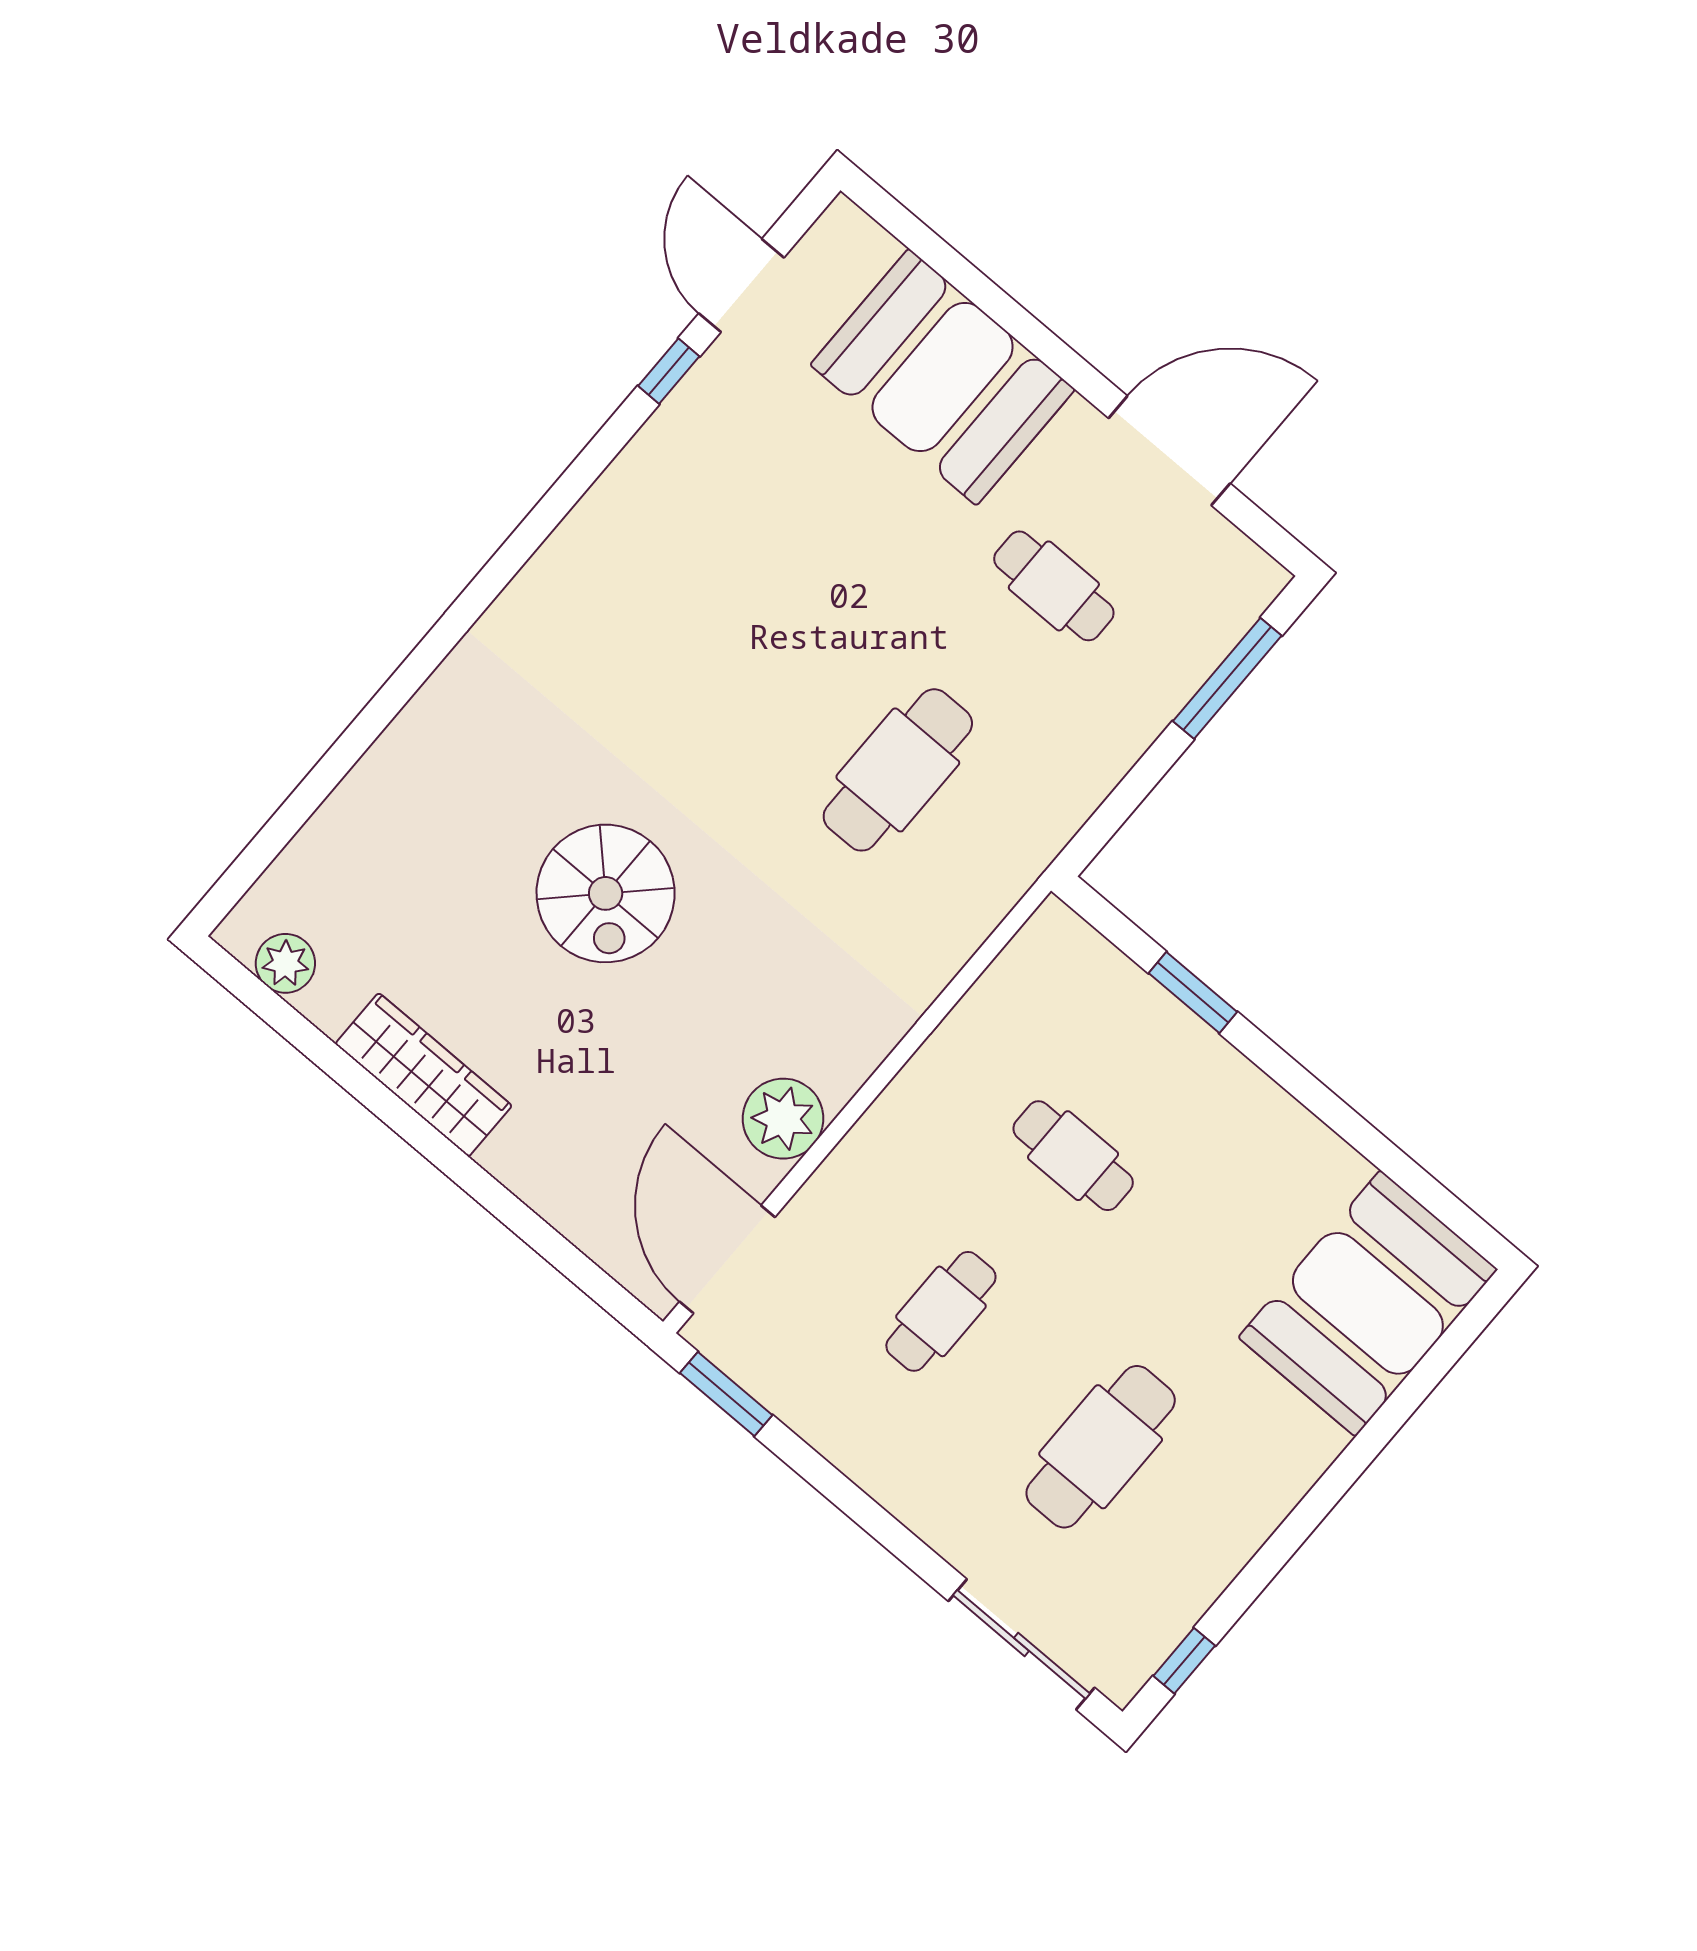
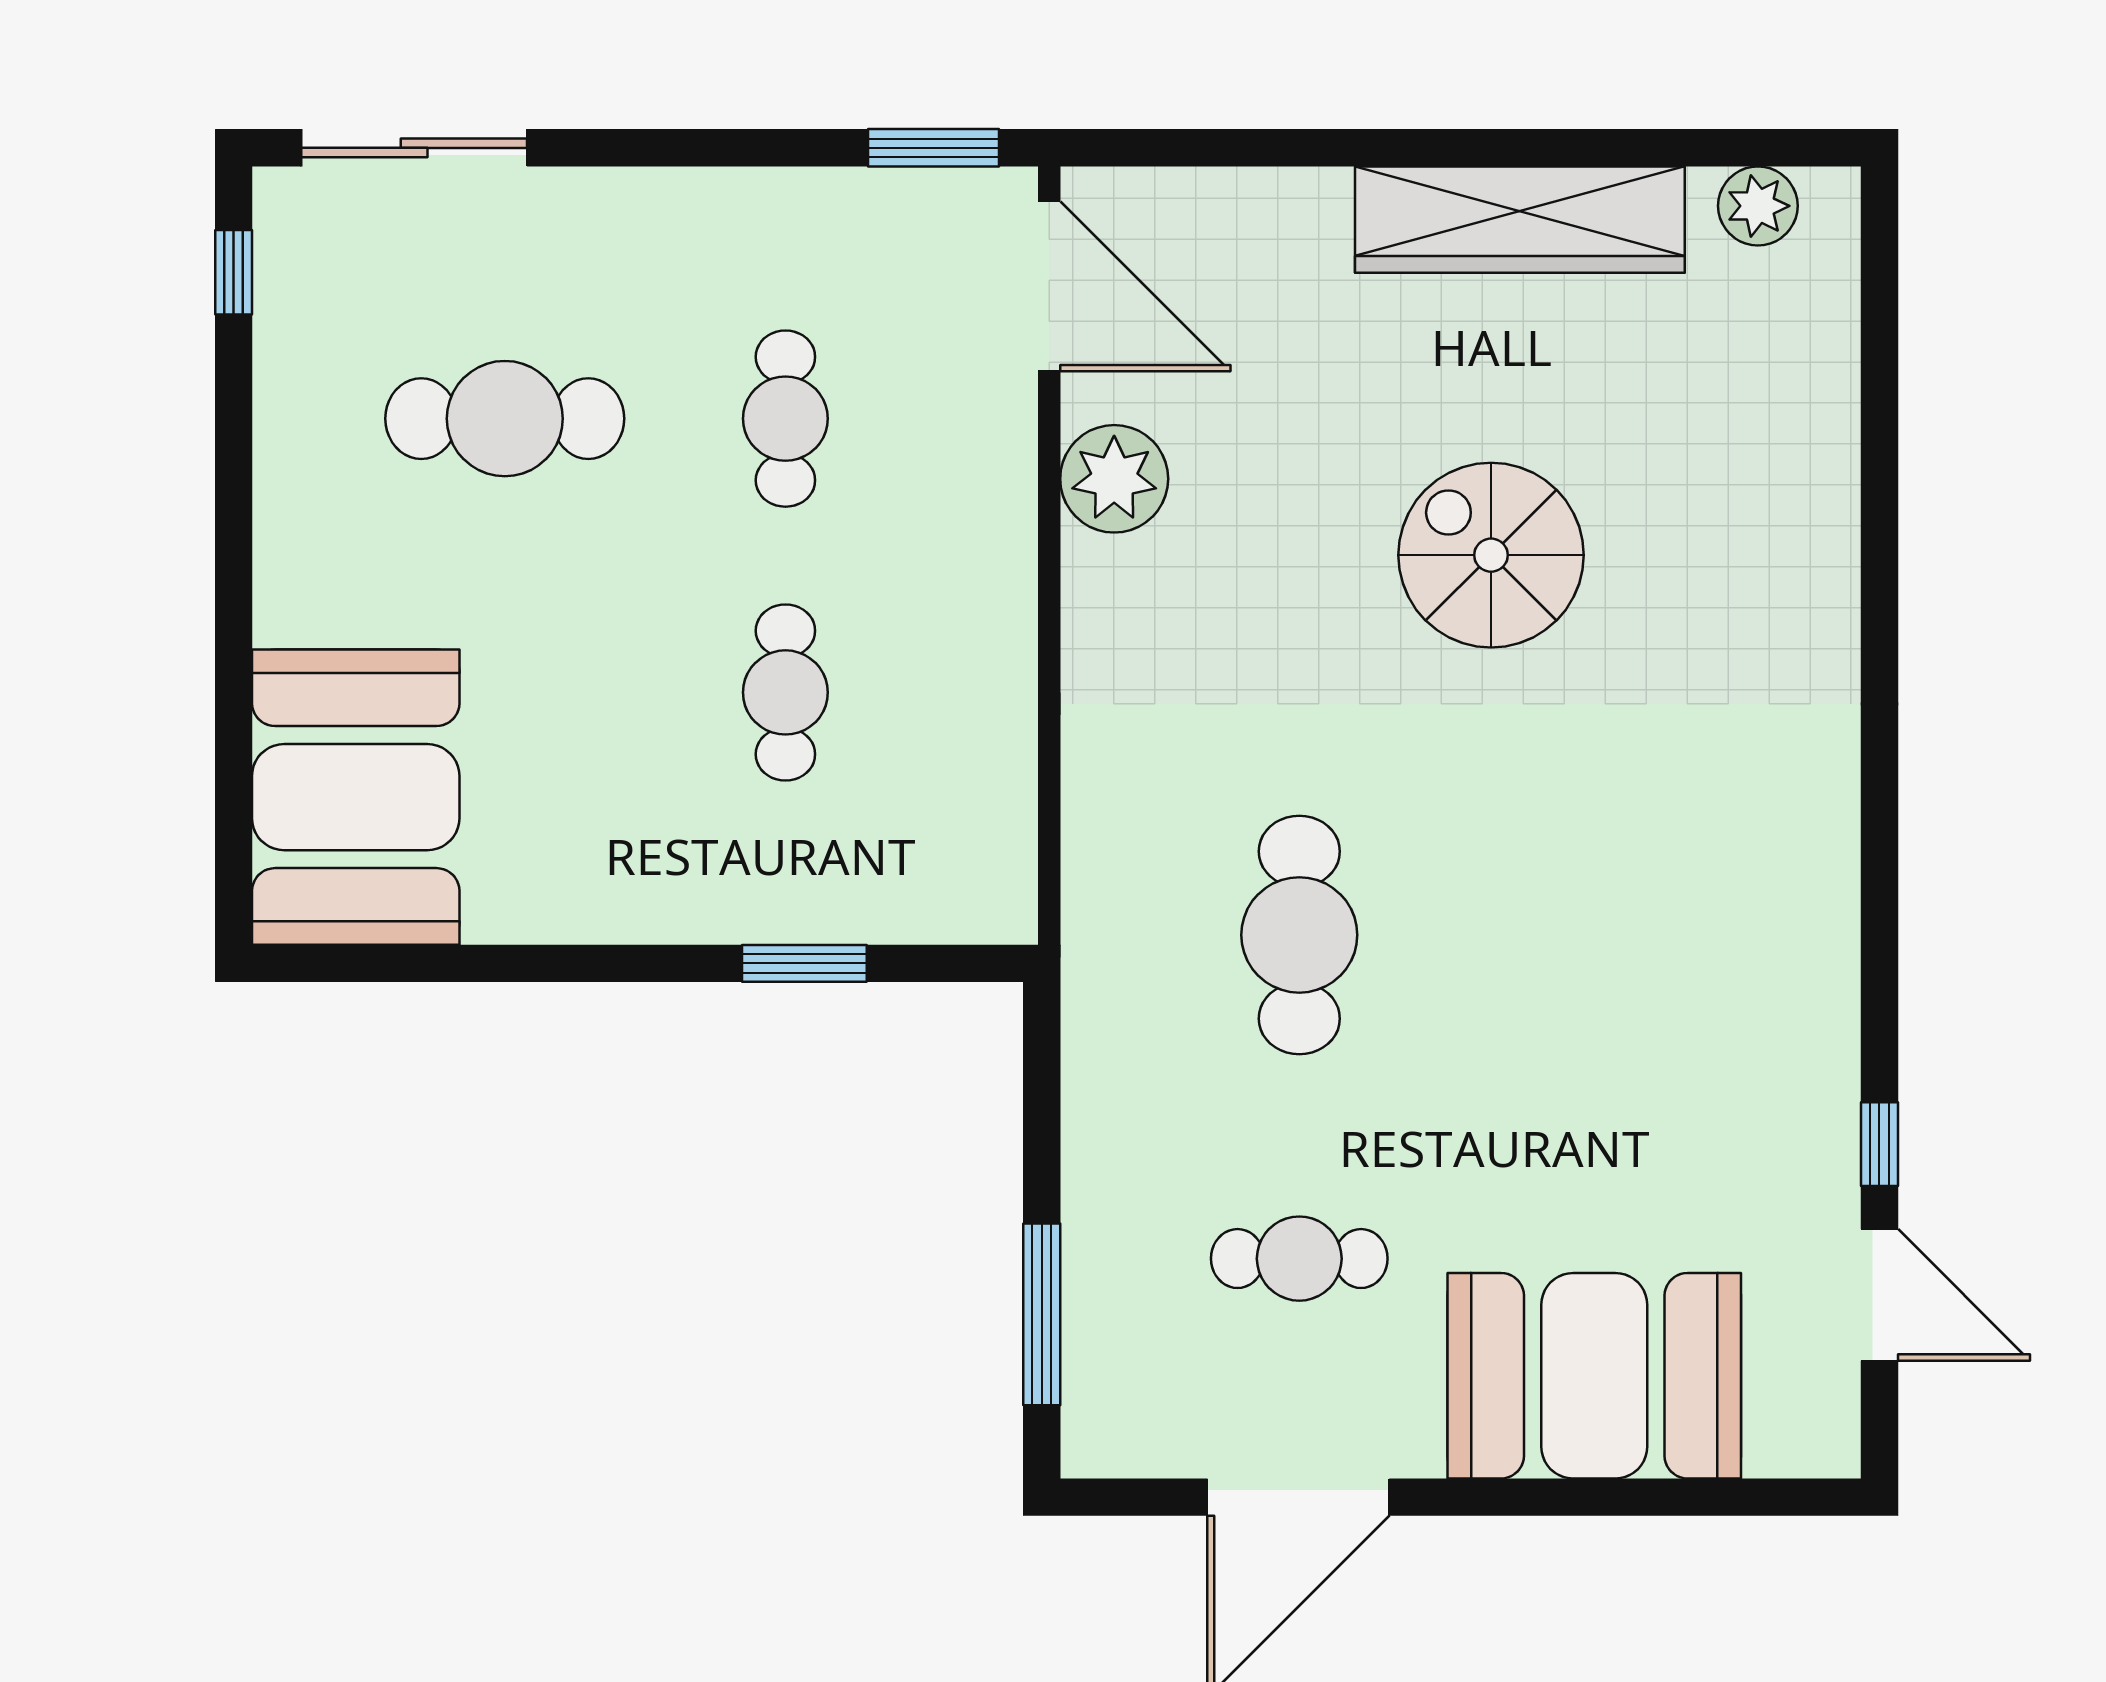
wardrobe: (424, 1075) -> (1520, 220), width x1.40, depth x1.17
cafe table: (1073, 1156) -> (785, 692), turned 90
cafe table: (1101, 1447) -> (505, 419), turned 90

